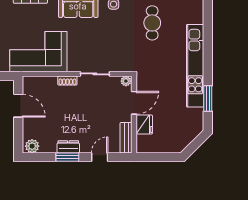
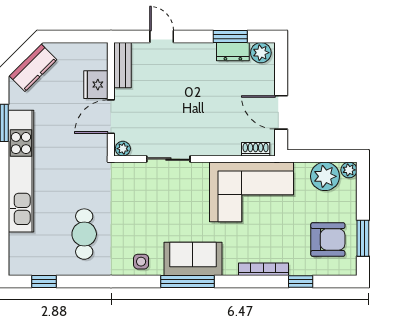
shoe rack: (67, 81) -> (256, 149), moved
kitchen counter: (187, 136) -> (33, 68), added
dresser: (68, 147) -> (233, 52), moved
window: (67, 157) -> (230, 37), moved
door: (100, 157) -> (162, 37), swing flipped

